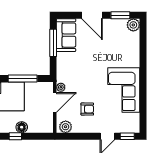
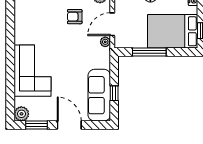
sofa: (66, 35) -> (99, 95), width x1.36
window: (53, 43) -> (114, 93), width x0.46
corner sofa: (124, 90) -> (32, 71), moved

